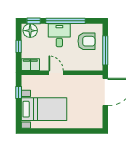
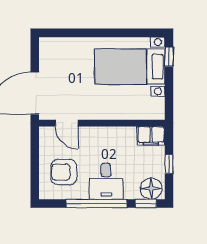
window: (105, 50) -> (35, 158), removed
door: (56, 73) -> (67, 123), moved
window: (19, 92) -> (169, 57), moved

